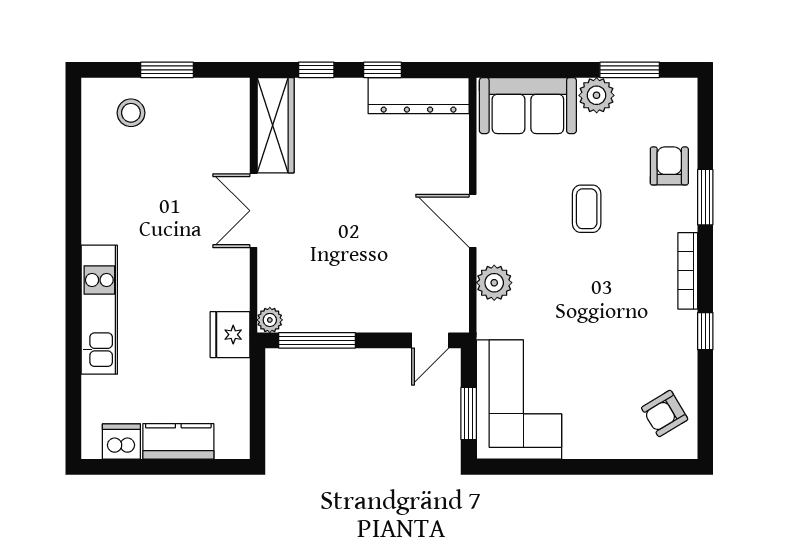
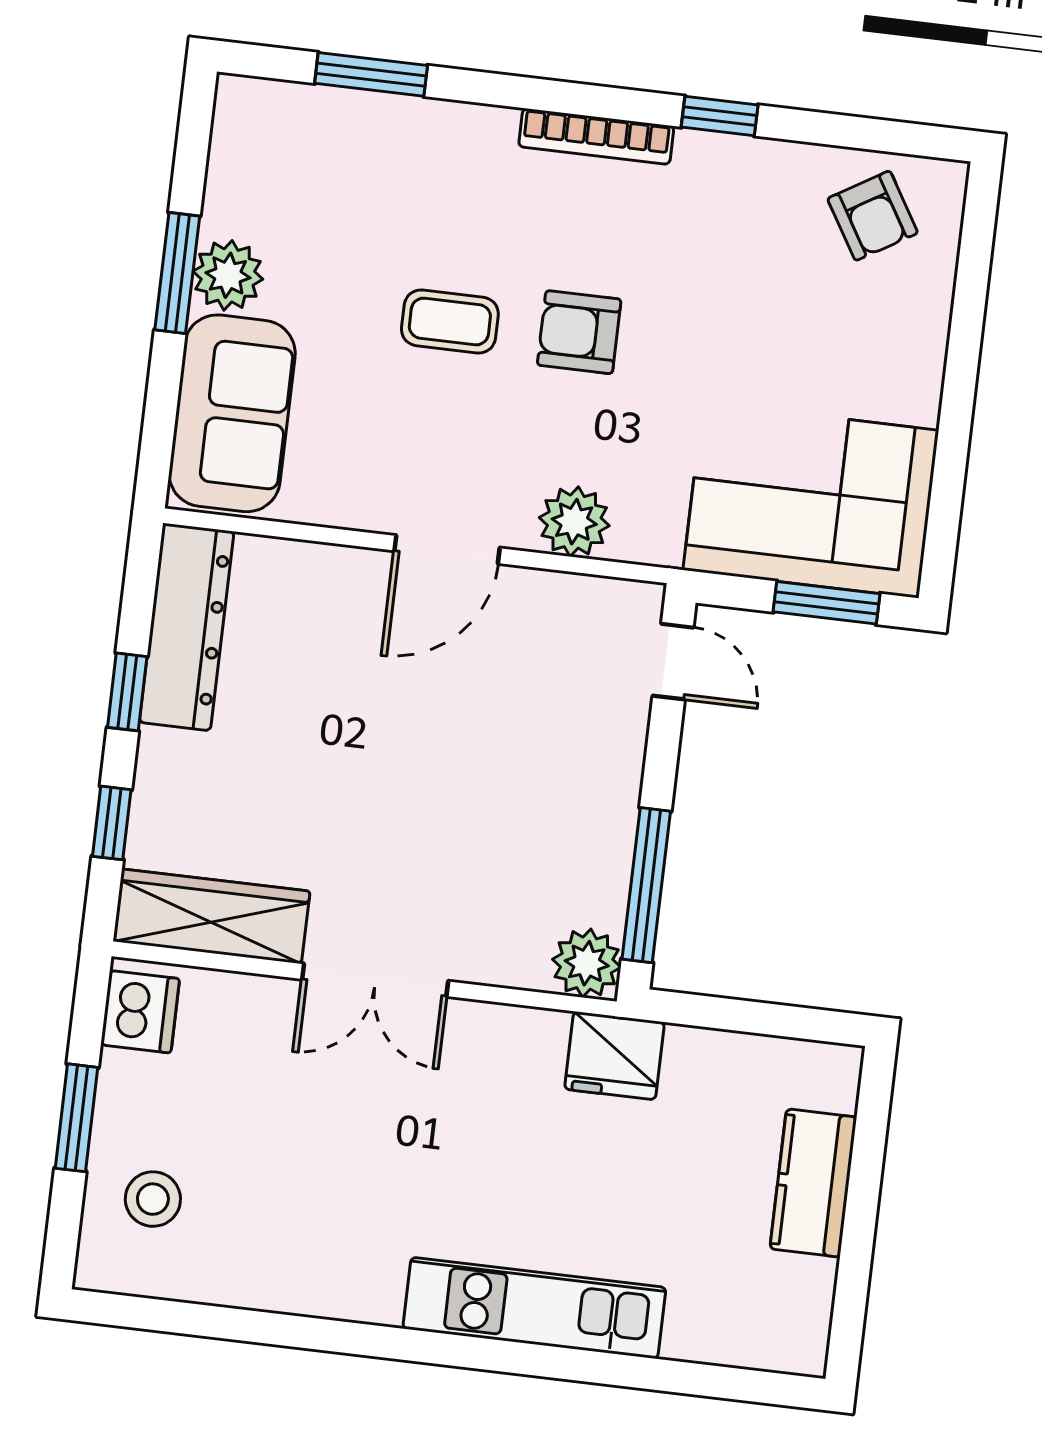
window: (630, 70) -> (177, 273), moved
armchair: (669, 166) -> (579, 332), moved
window: (705, 197) -> (371, 74), moved
plant: (270, 320) -> (587, 963), width x1.38, depth x1.38
dishwasher: (121, 442) -> (140, 1012), moved, turned 180

